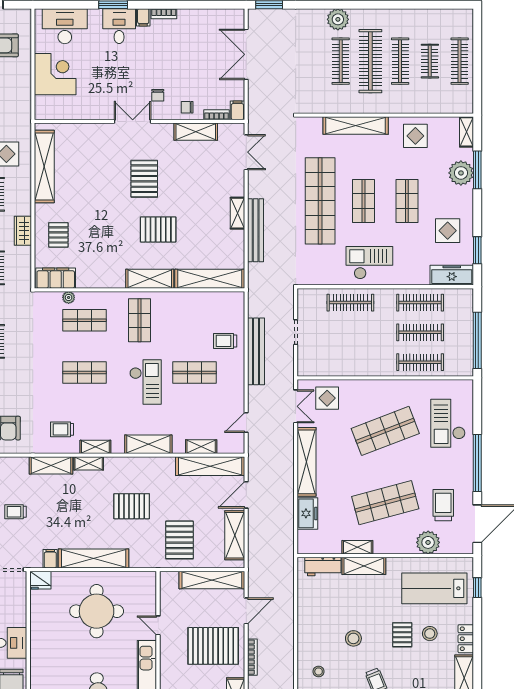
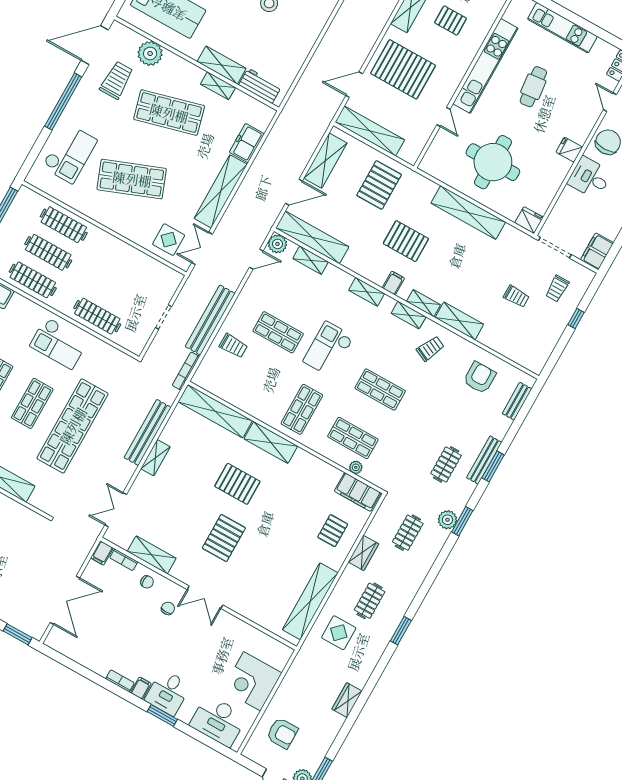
trolley: (62, 429) -> (430, 349), turned -65
shelving: (148, 444) -> (367, 292), width x0.67, depth x0.75
plant: (236, 445) -> (277, 244), added
trolley: (443, 505) -> (117, 80), turned 180
filing cabinet: (50, 559) -> (393, 283), moved, turned 180
fridge: (40, 657) -> (569, 150), added
bookcase: (252, 657) -> (186, 371), moved

